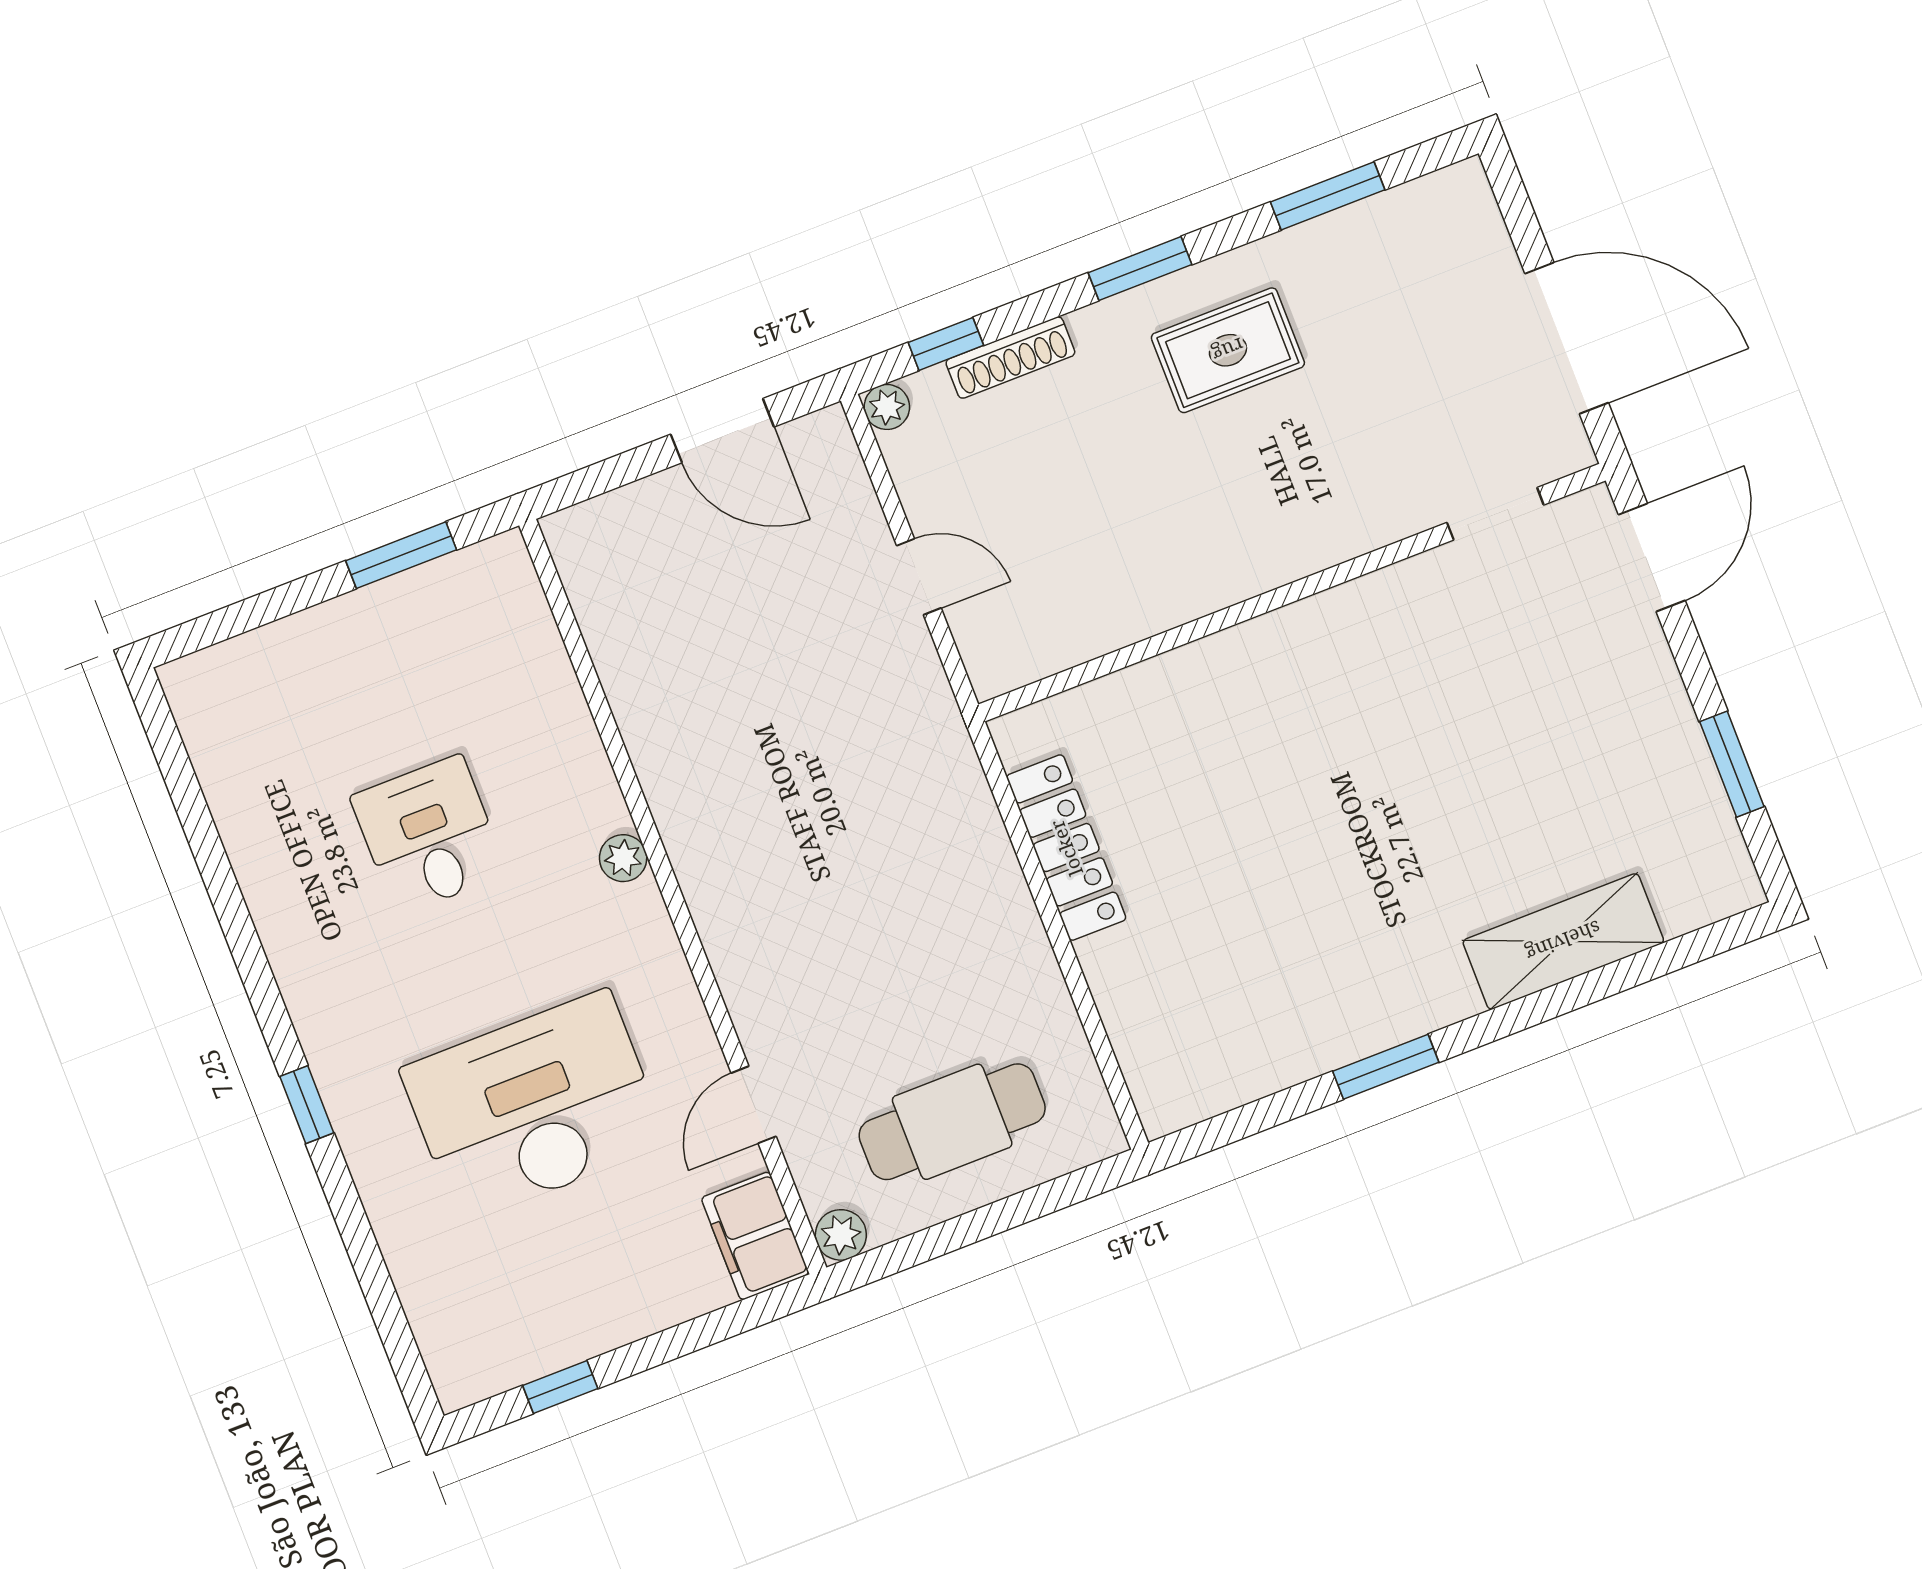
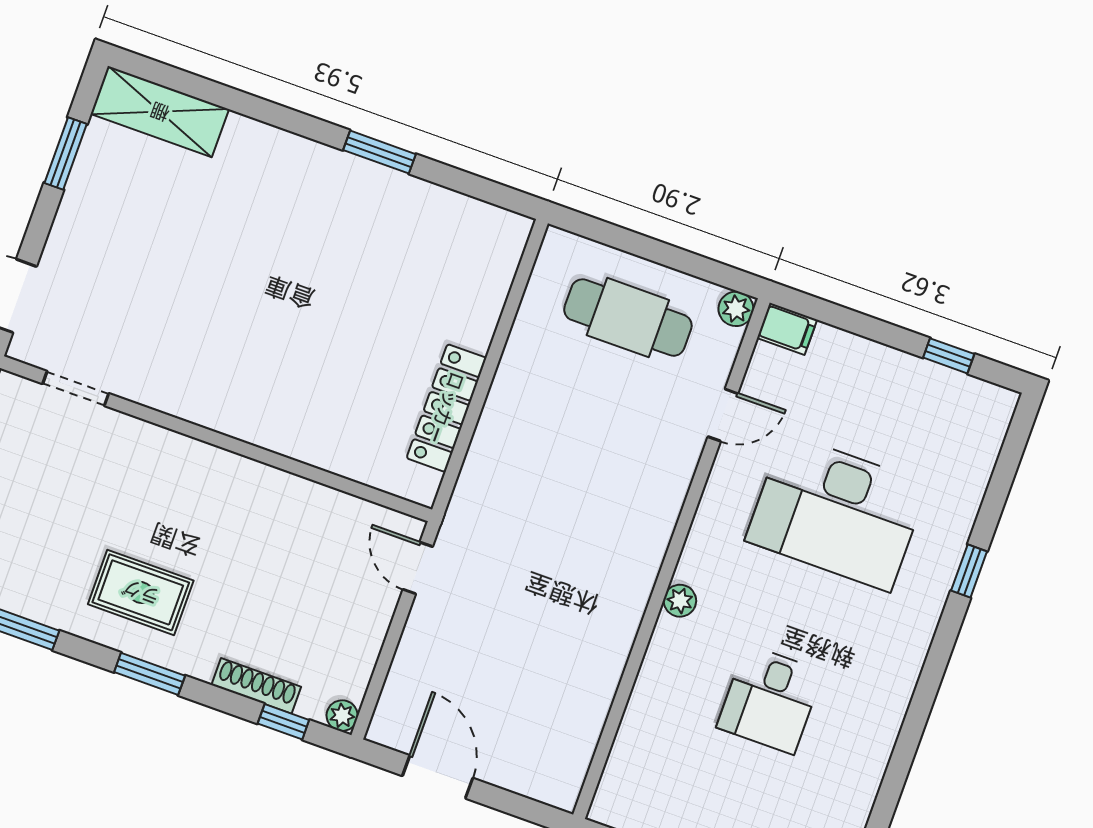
door: (919, 577) -> (418, 568), moved
shelving: (1563, 941) -> (160, 112), moved
window: (307, 1105) -> (969, 571), moved
filing cabinet: (755, 1236) -> (787, 329), width x0.50

